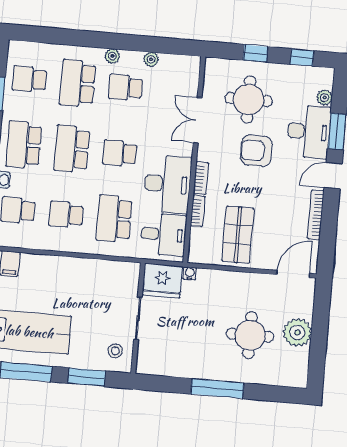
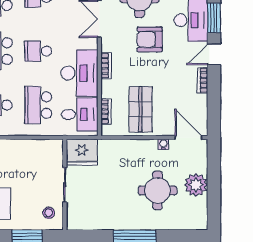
bookcase: (198, 211) -> (106, 112), moved
bookcase: (316, 215) -> (203, 80), width x0.64
water cooler: (190, 273) -> (163, 144), moved
door: (293, 274) -> (188, 137), hinge flipped

